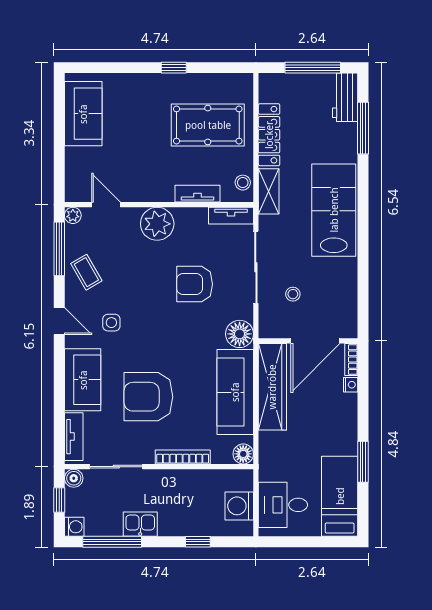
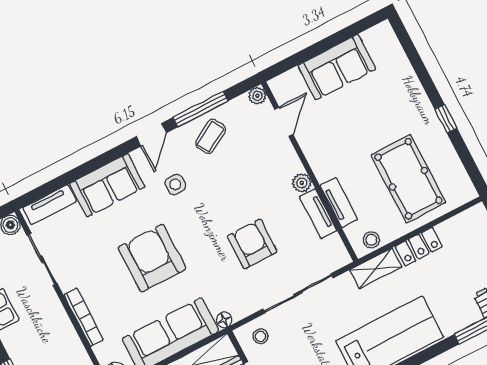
sofa: (83, 114) -> (337, 67), moved
locker: (269, 135) -> (419, 247), width x0.66
tv unit: (231, 216) -> (318, 214), moved
plant: (157, 224) -> (302, 183), width x0.53, depth x0.53
window: (59, 249) -> (200, 109), moved
stool: (293, 294) -> (260, 336), moved
floor lamp: (240, 334) -> (224, 320), width x0.53, depth x0.53
armchair: (148, 397) -> (152, 258), moved

